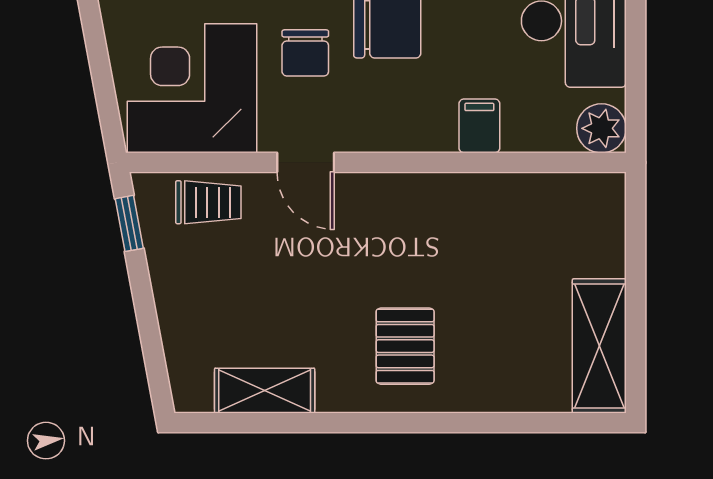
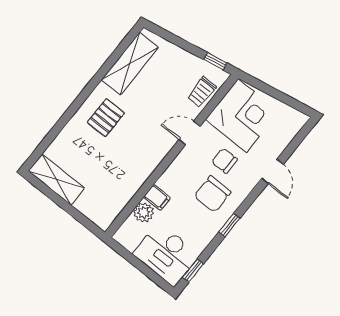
plant: (601, 128) -> (144, 212), moved
pallet: (405, 346) -> (106, 118), turned 90
shelving: (265, 391) -> (130, 64), width x1.50, depth x1.33

